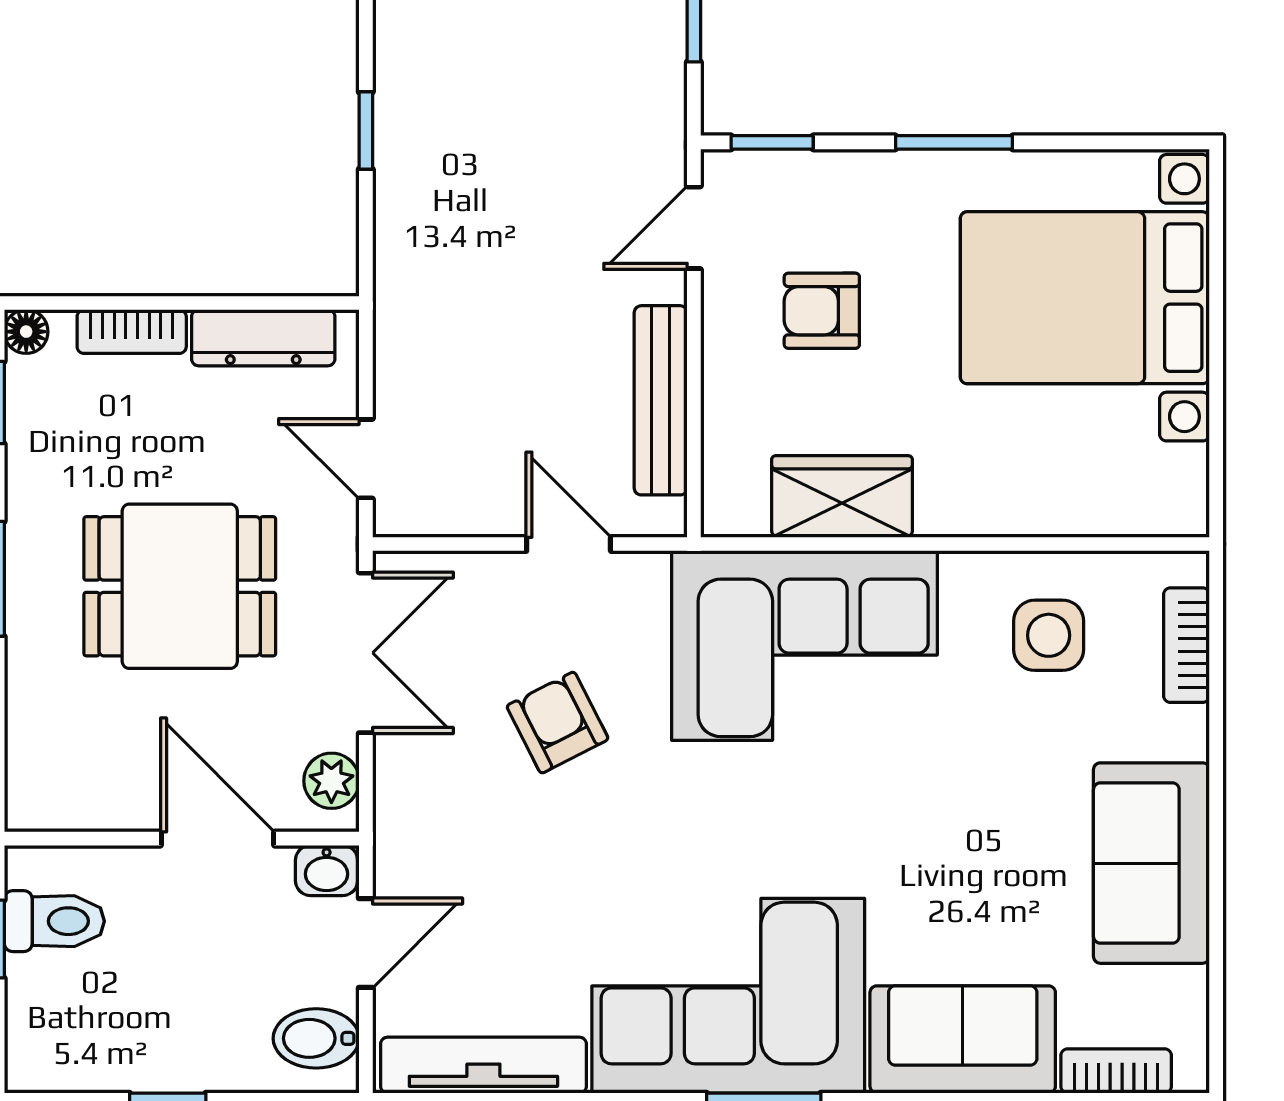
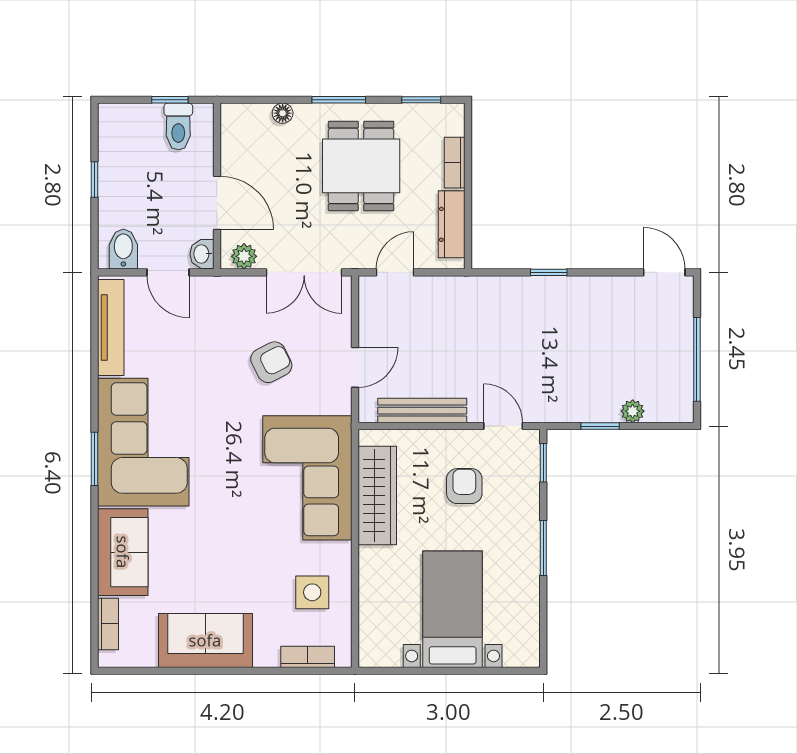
bed with nightstands: (1085, 298) -> (453, 609), width x0.73
floor lamp: (26, 332) -> (283, 113), moved
wardrobe: (842, 497) -> (377, 495), width x1.50
dining table: (180, 586) -> (361, 166), moved
door: (217, 839) -> (217, 203), hinge flipped

